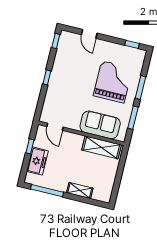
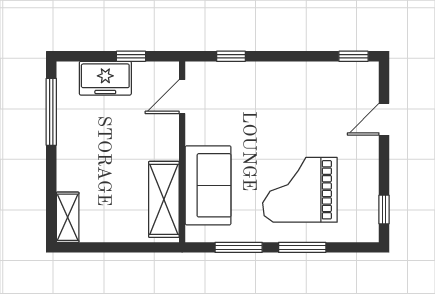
window: (47, 77) -> (231, 56), moved
grand piano: (113, 82) -> (300, 190), turned 180
shelving: (80, 190) -> (68, 217), moved

